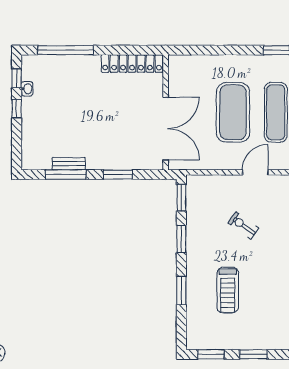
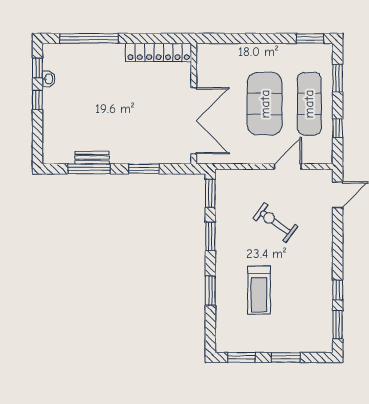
exercise bike: (243, 226) -> (275, 222), width x1.38, depth x1.39

